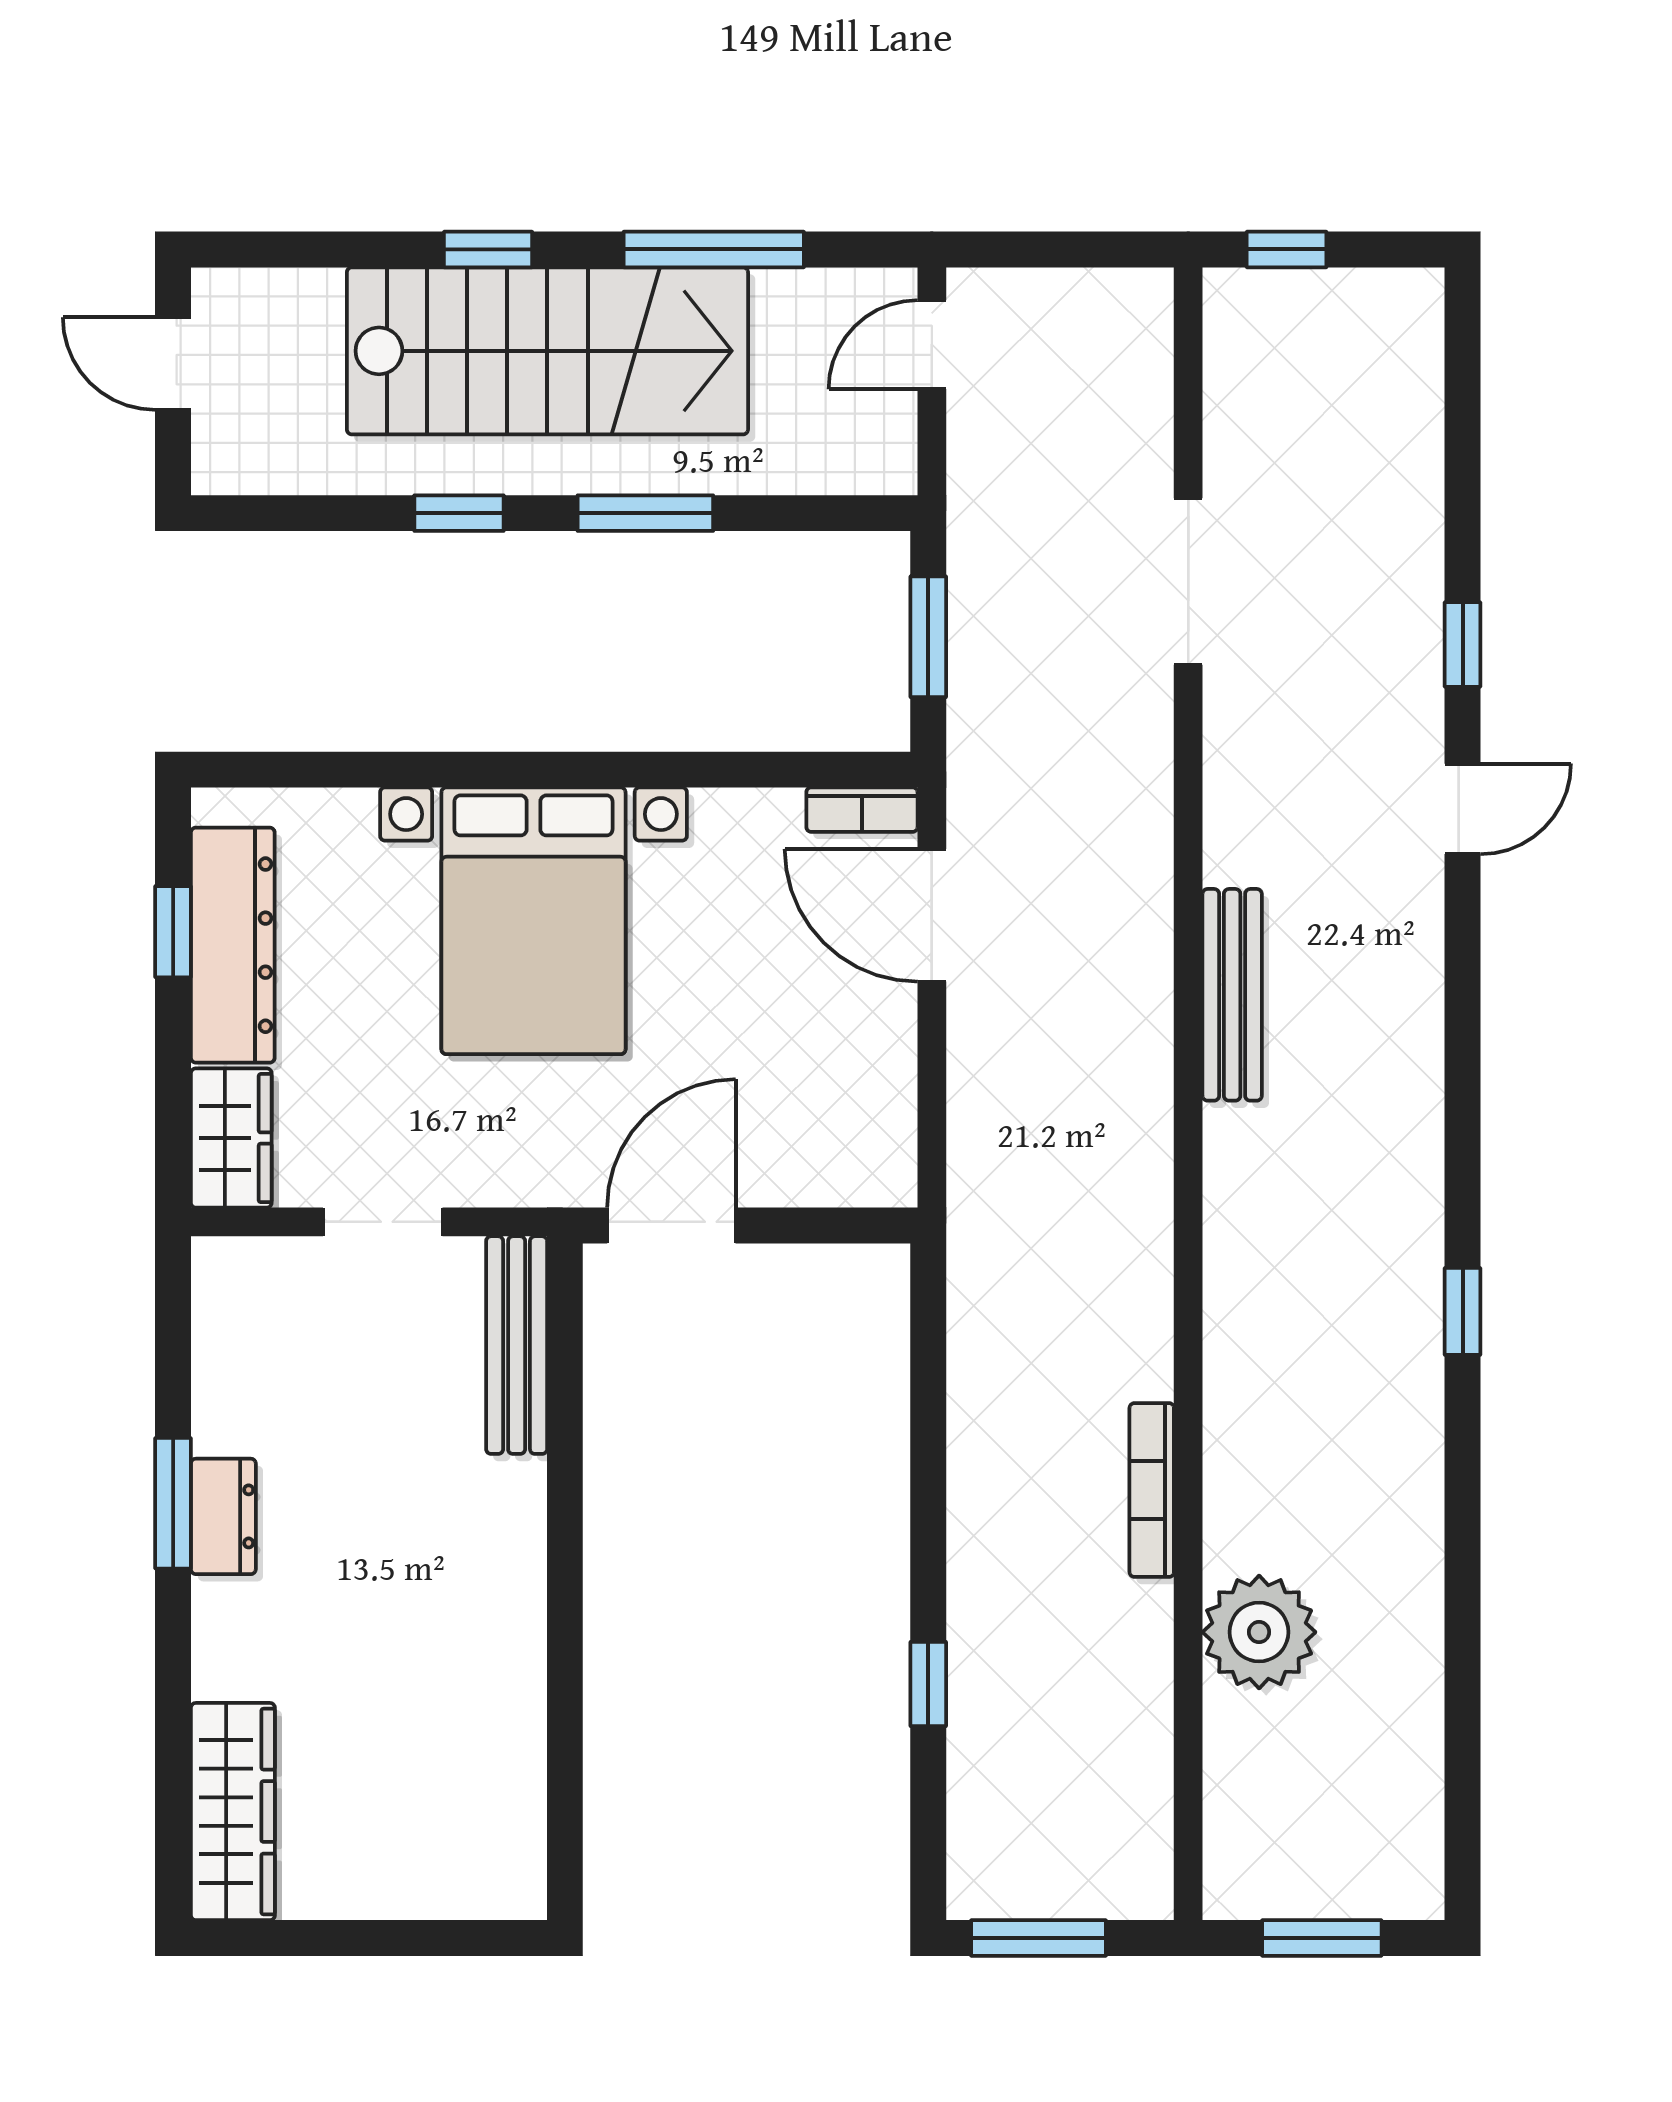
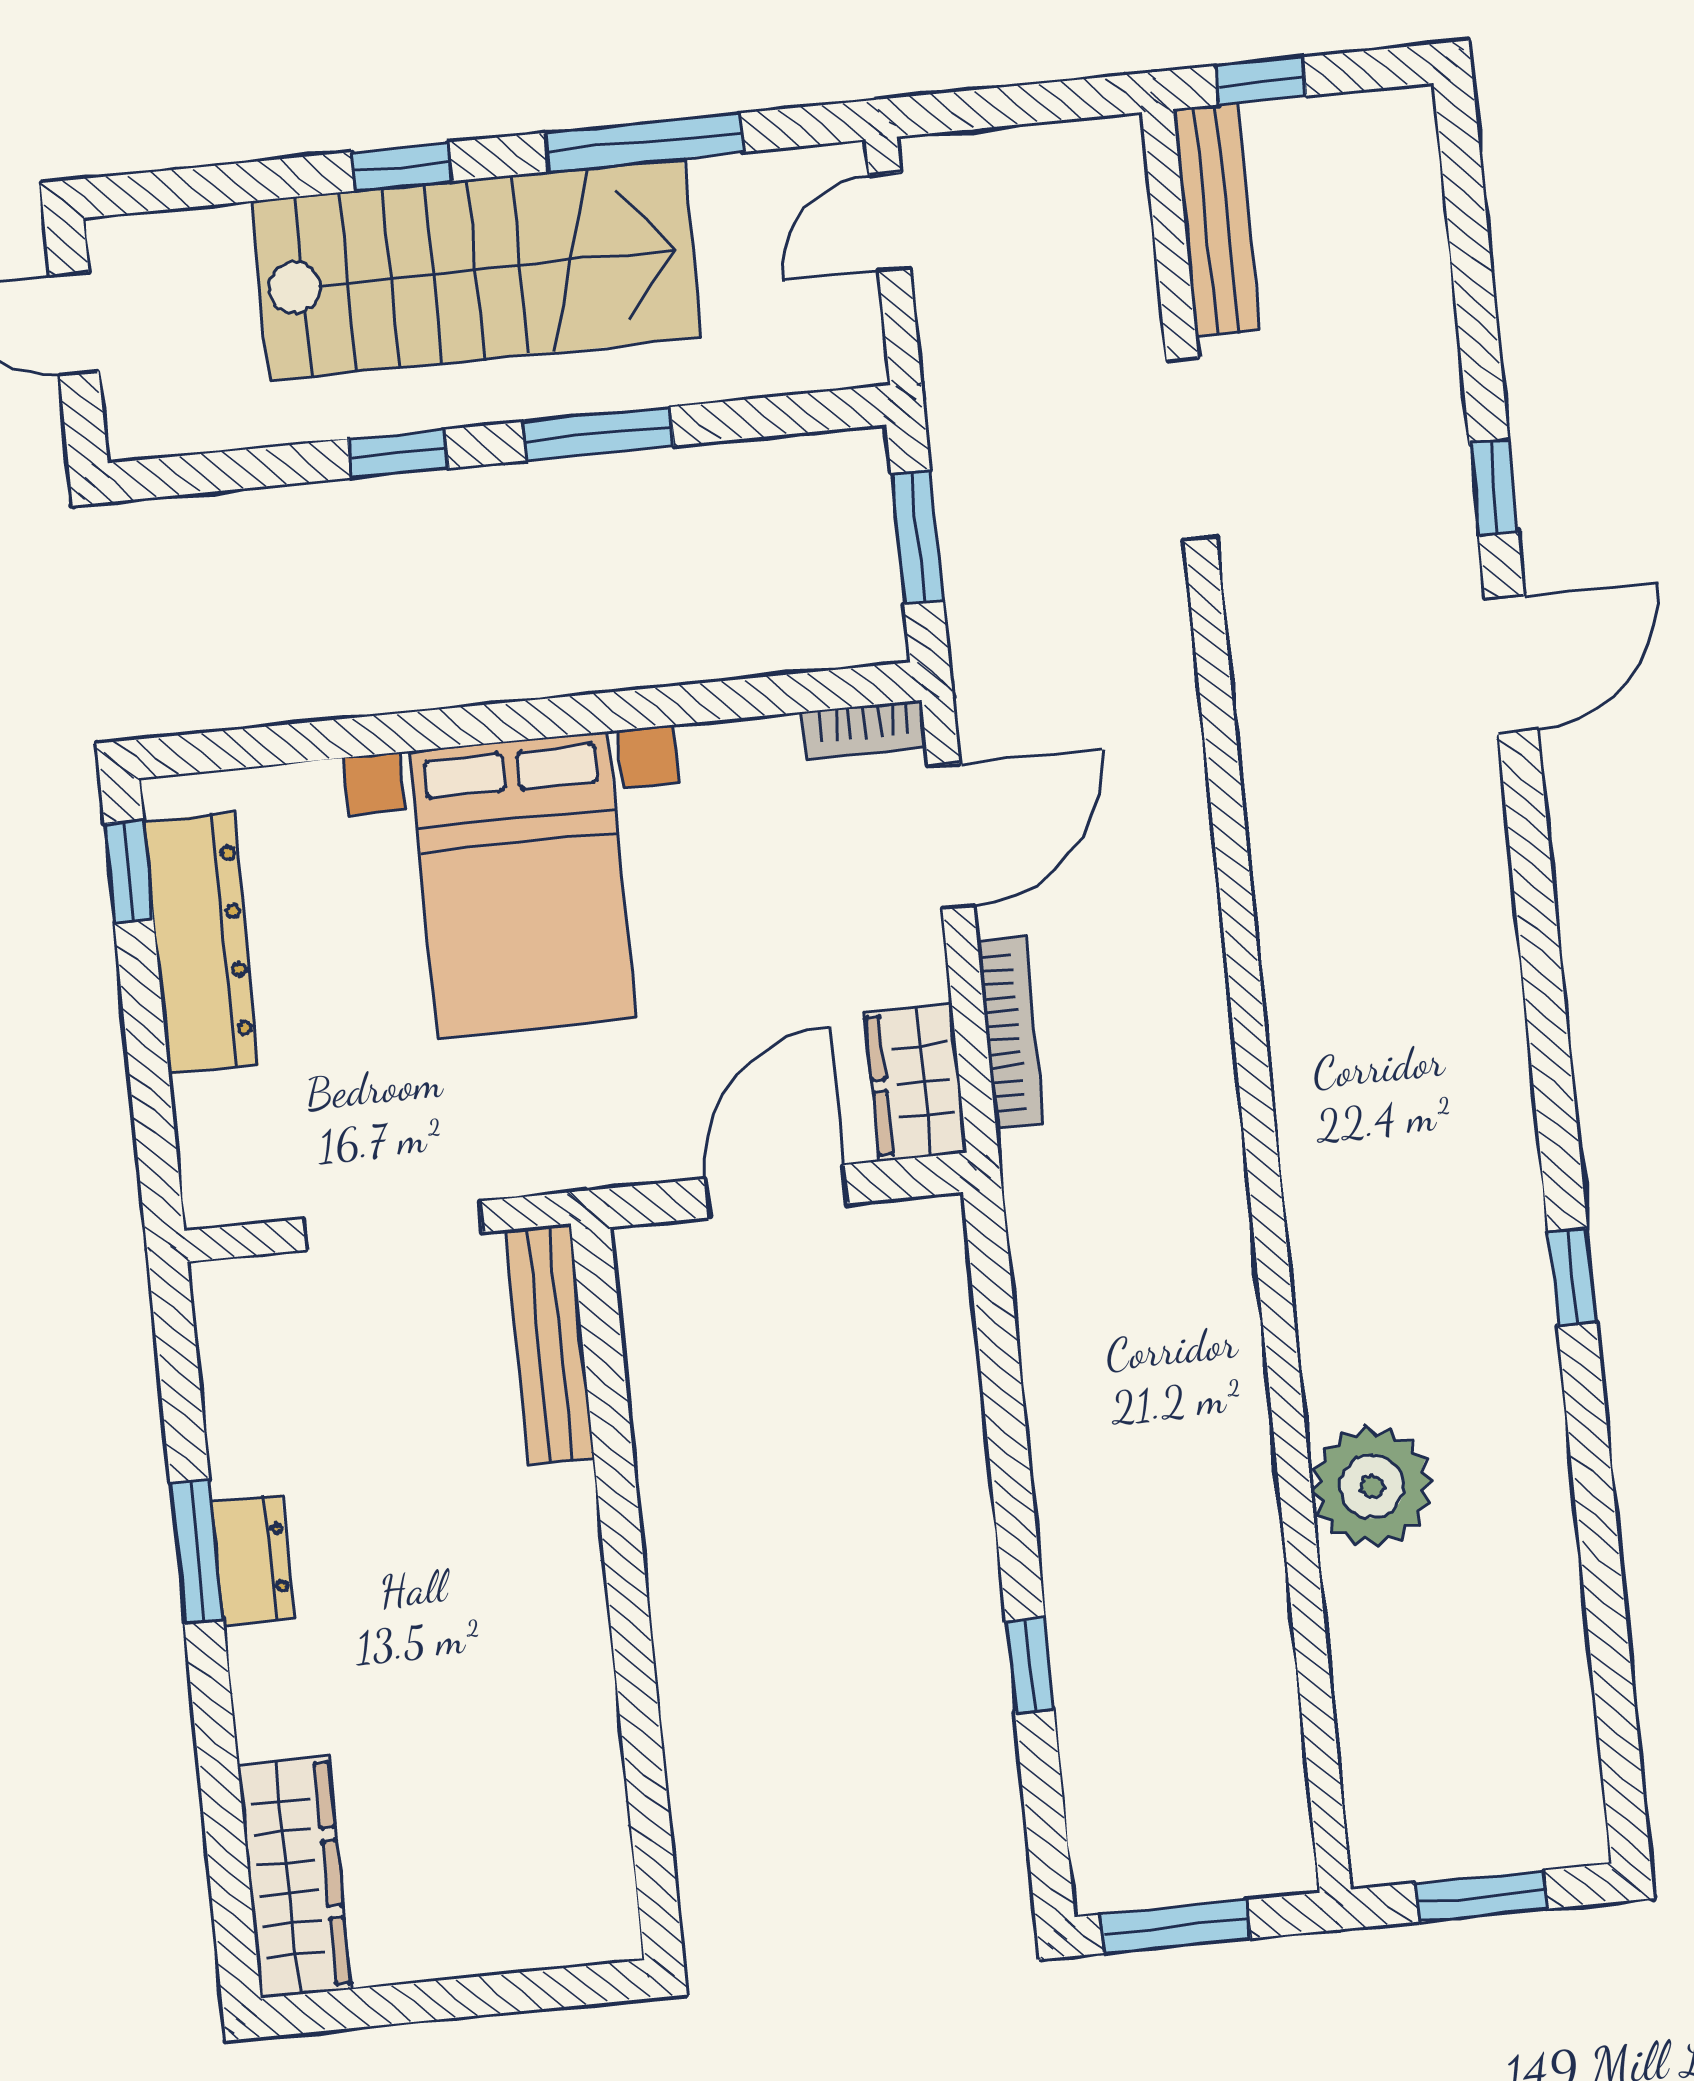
door: (1463, 809) -> (1511, 664), width x1.38
door: (932, 915) -> (951, 836), swing flipped
window: (173, 932) -> (129, 871), moved
bench: (1232, 995) -> (1216, 220), moved
wardrobe: (231, 1138) -> (916, 1082), moved, turned 180
doorway: (383, 1222) -> (392, 1226), width x1.38
door: (671, 1226) -> (776, 1191), moved
window: (1463, 1311) -> (1572, 1277), moved
bookcase: (1152, 1490) -> (1010, 1032), moved, turned 180
plant: (1259, 1632) -> (1372, 1486), moved

